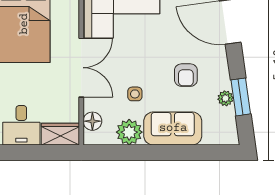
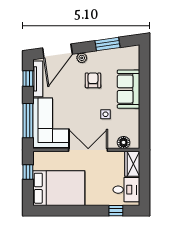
armchair: (186, 75) -> (93, 80), turned -90
plant: (225, 98) -> (82, 58), moved
plant: (129, 132) -> (131, 118), removed

